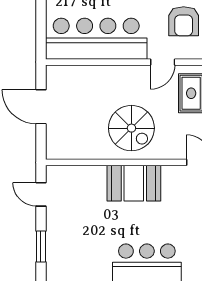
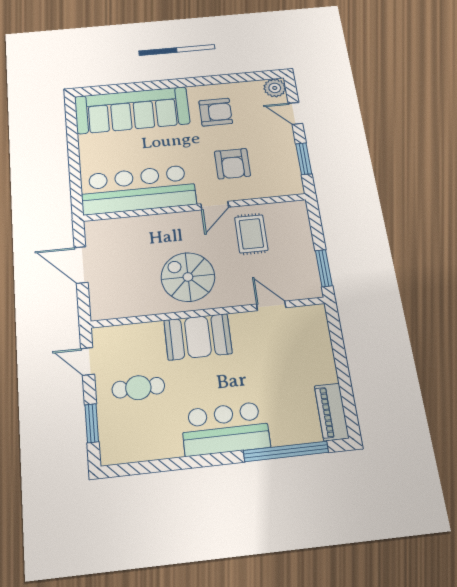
spiral stairs: (131, 128) -> (188, 277), turned 180
cafe table: (81, 221) -> (138, 388), added

